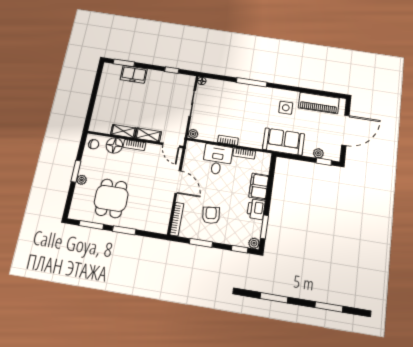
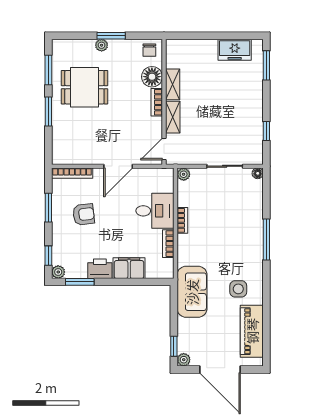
freezer: (134, 74) -> (235, 50), moved, turned -90
plant: (318, 153) -> (184, 360), moved

